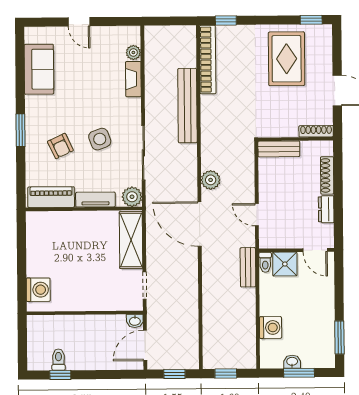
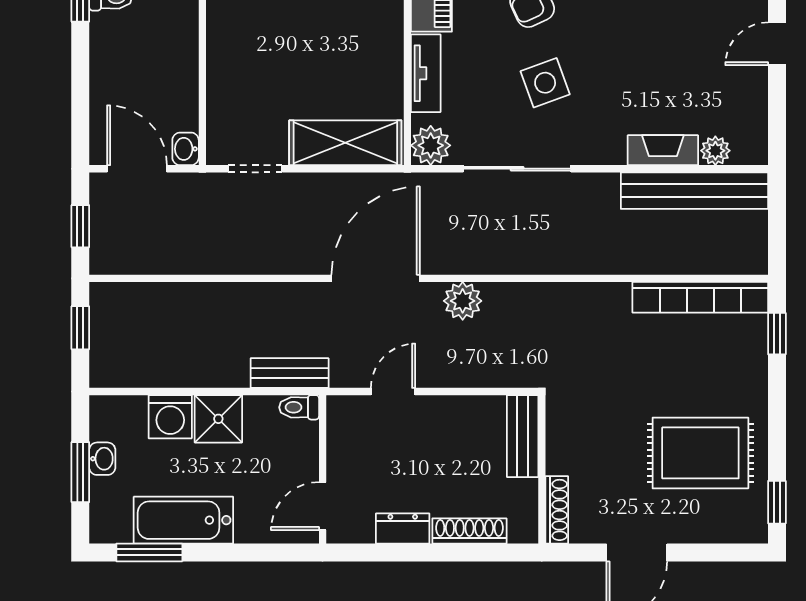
bench: (187, 106) -> (694, 191), moved
shower: (285, 264) -> (218, 419), moved
bathtub: (323, 320) -> (183, 520), added

